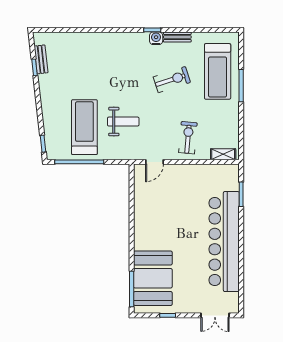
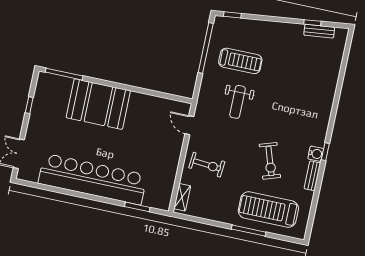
treadmill: (84, 127) -> (240, 61), width x0.73, depth x0.73
booth: (153, 278) -> (98, 104), moved

